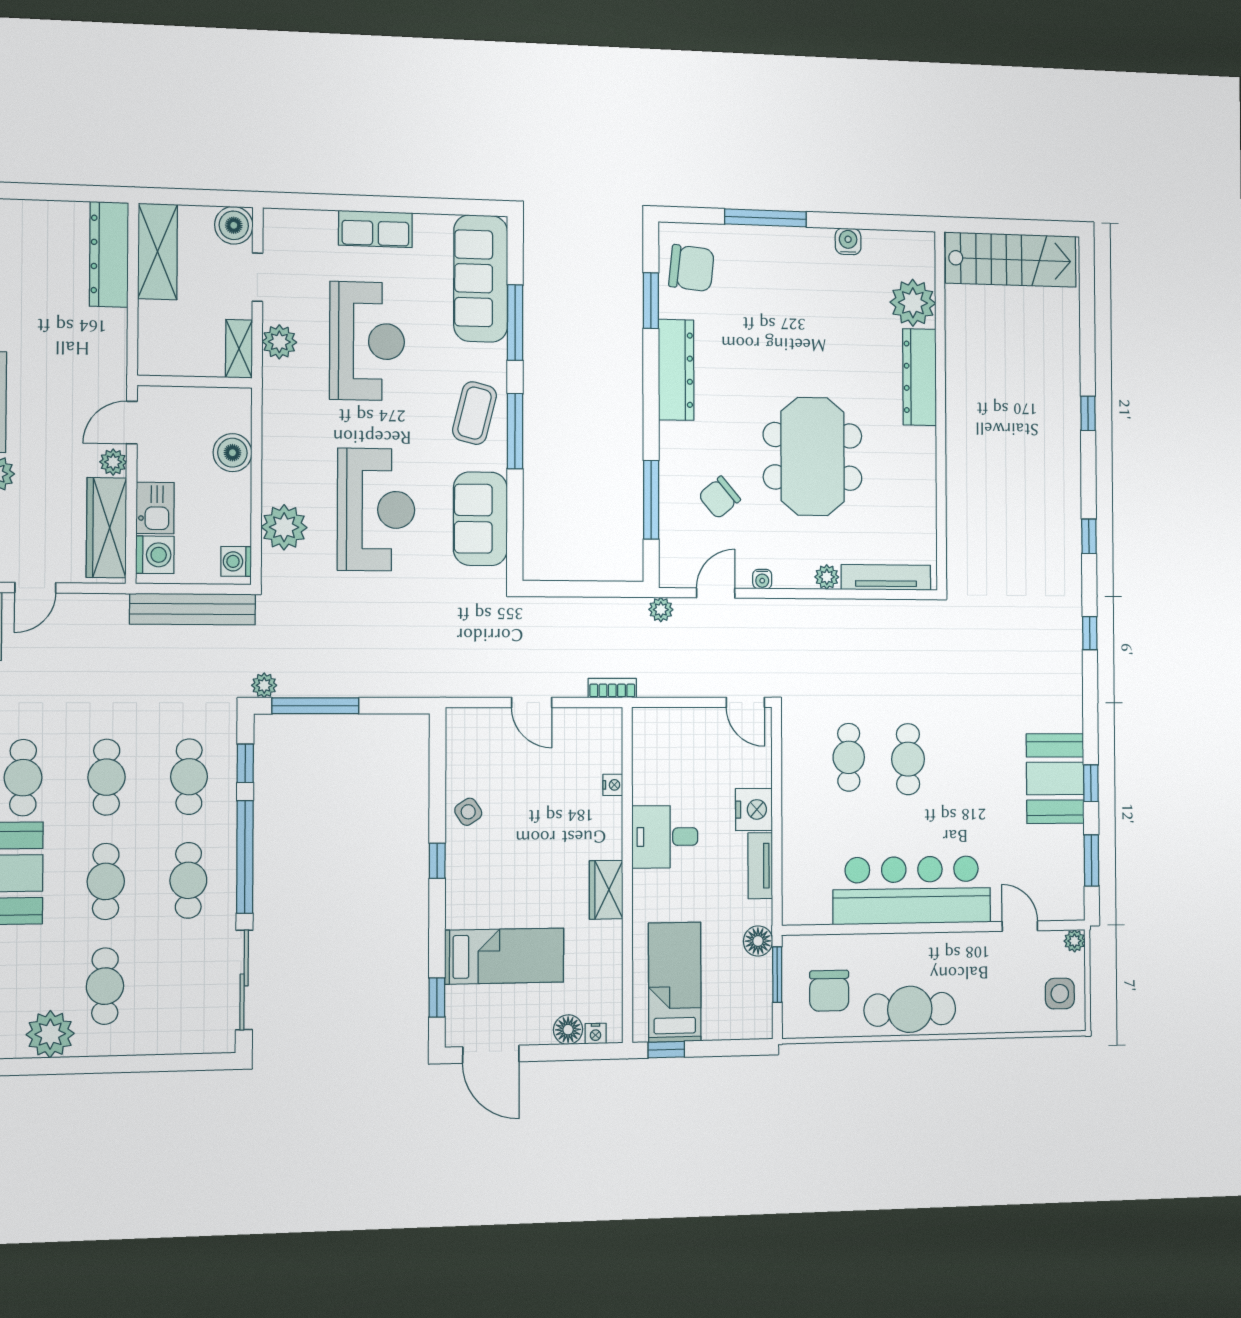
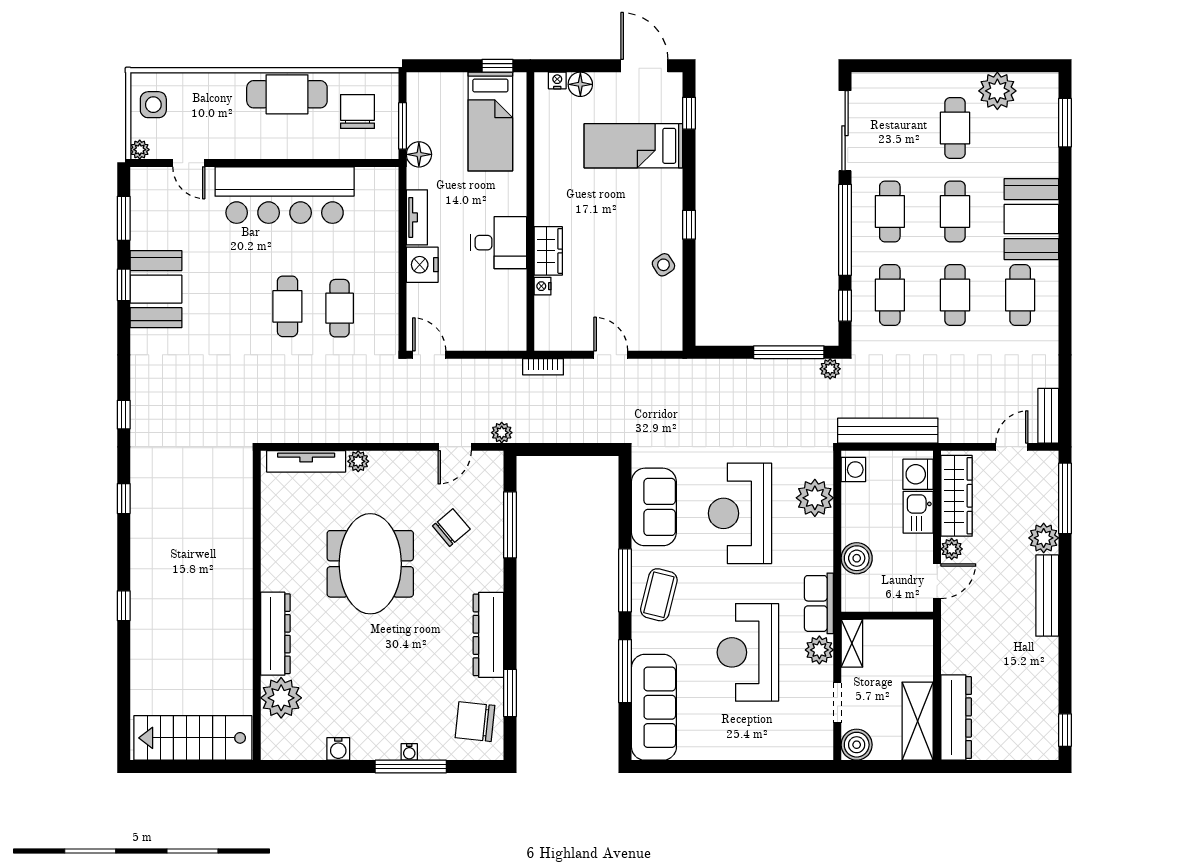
row of seats: (375, 229) -> (819, 603), moved, turned -90
water cooler: (762, 579) -> (409, 752), moved, turned 180
wardrobe: (606, 890) -> (548, 251), moved

